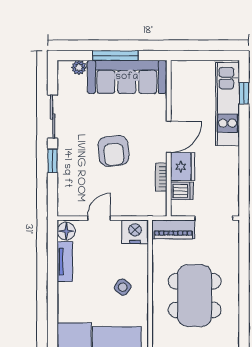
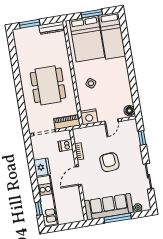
window: (53, 161) -> (142, 138), moved
fridge: (183, 167) -> (42, 167), moved, turned 180
tv unit: (65, 262) -> (127, 93), removed

